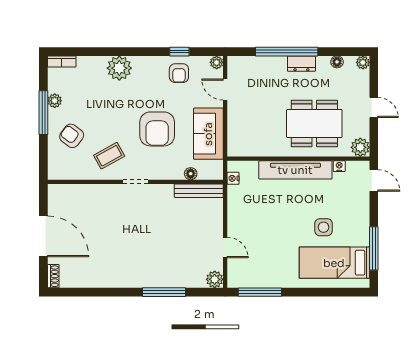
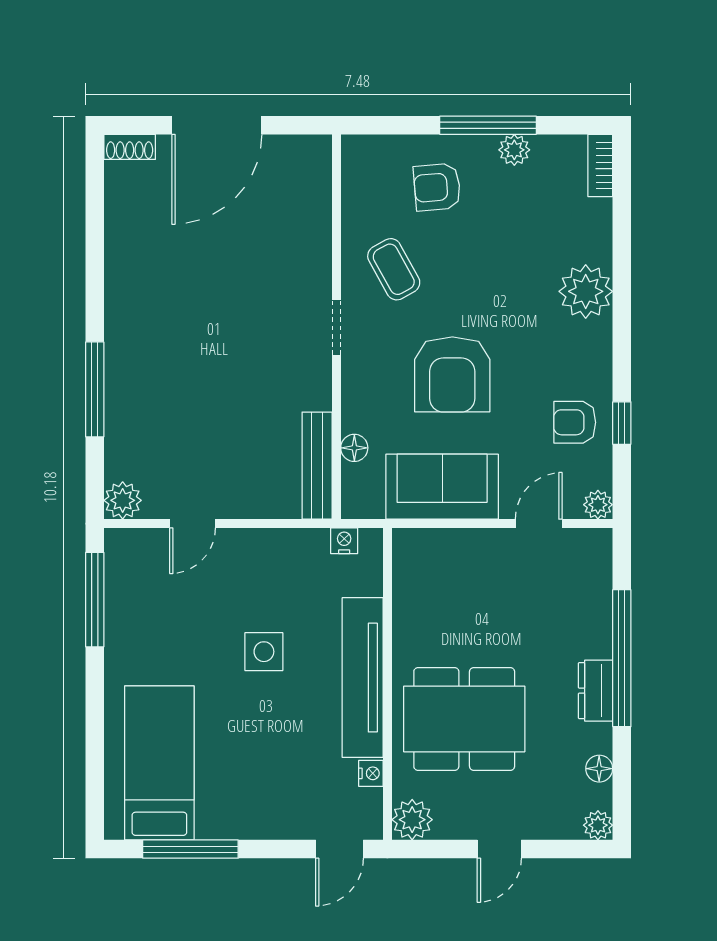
dining table: (314, 124) -> (464, 719), turned 90
armchair: (157, 129) -> (452, 374), turned -90
armchair: (72, 136) -> (437, 187), turned -132
side table: (324, 227) -> (264, 652), moved

